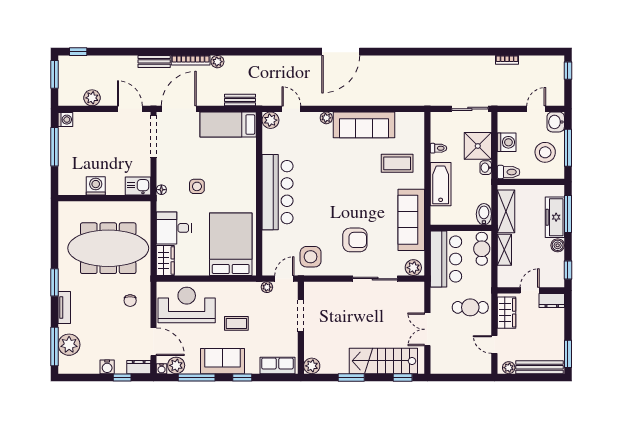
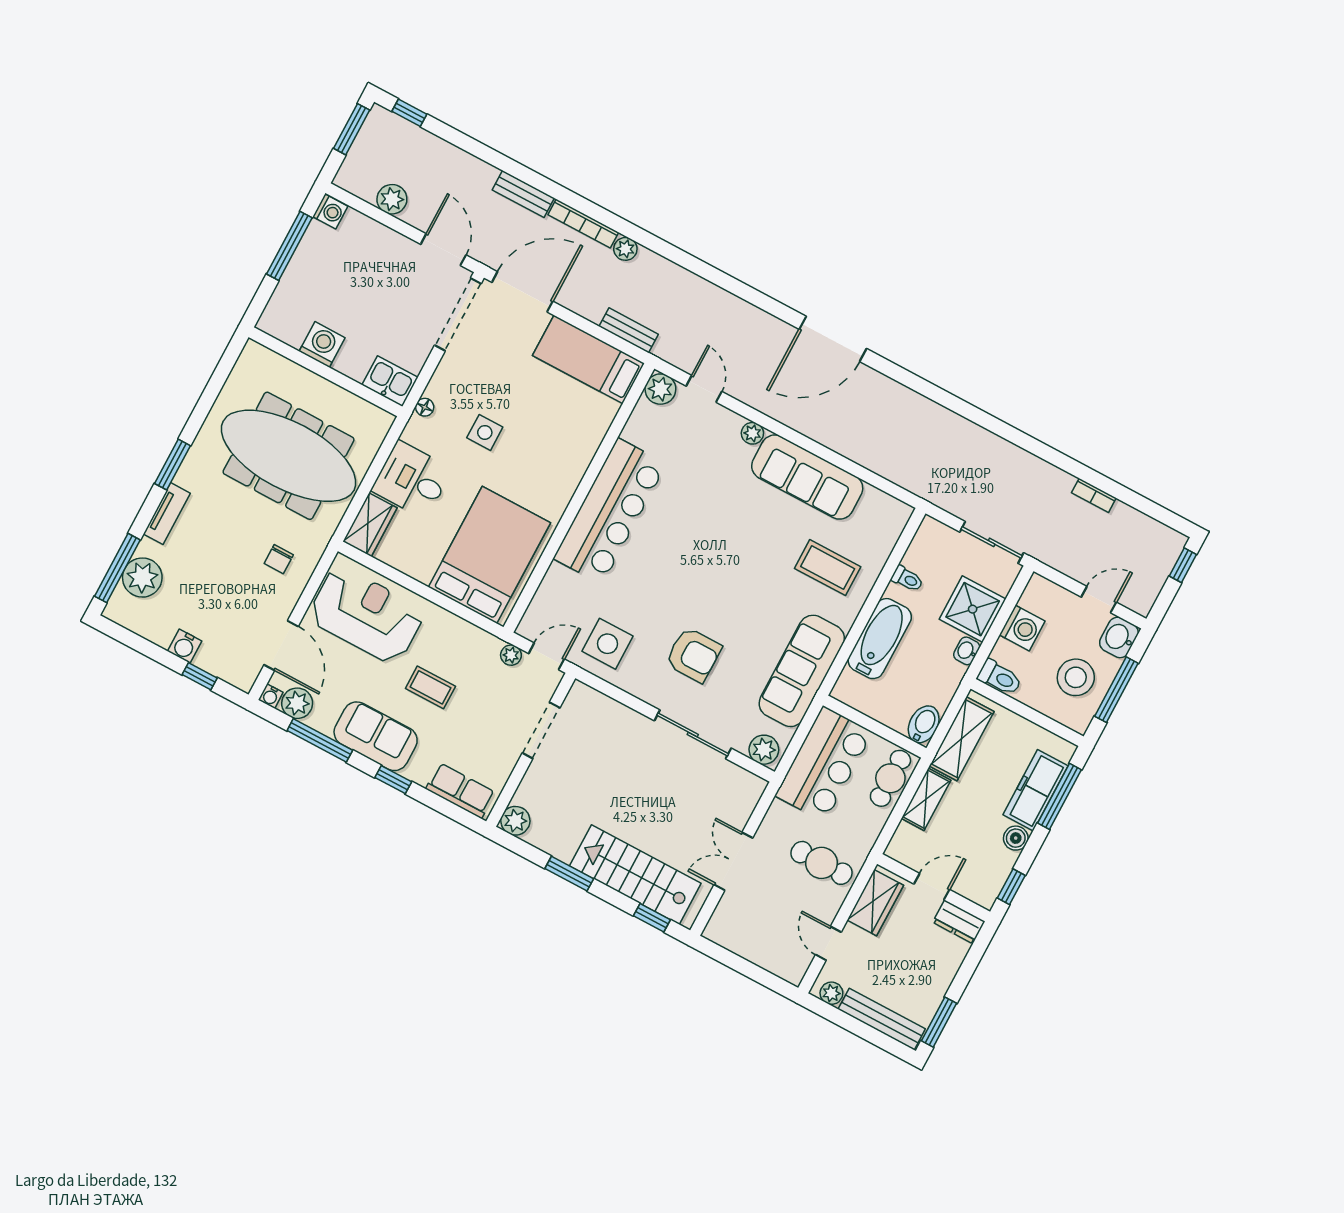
dresser: (139, 367) -> (235, 674), removed

